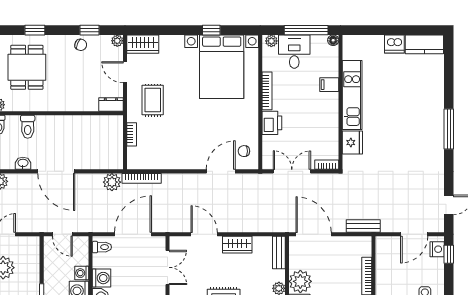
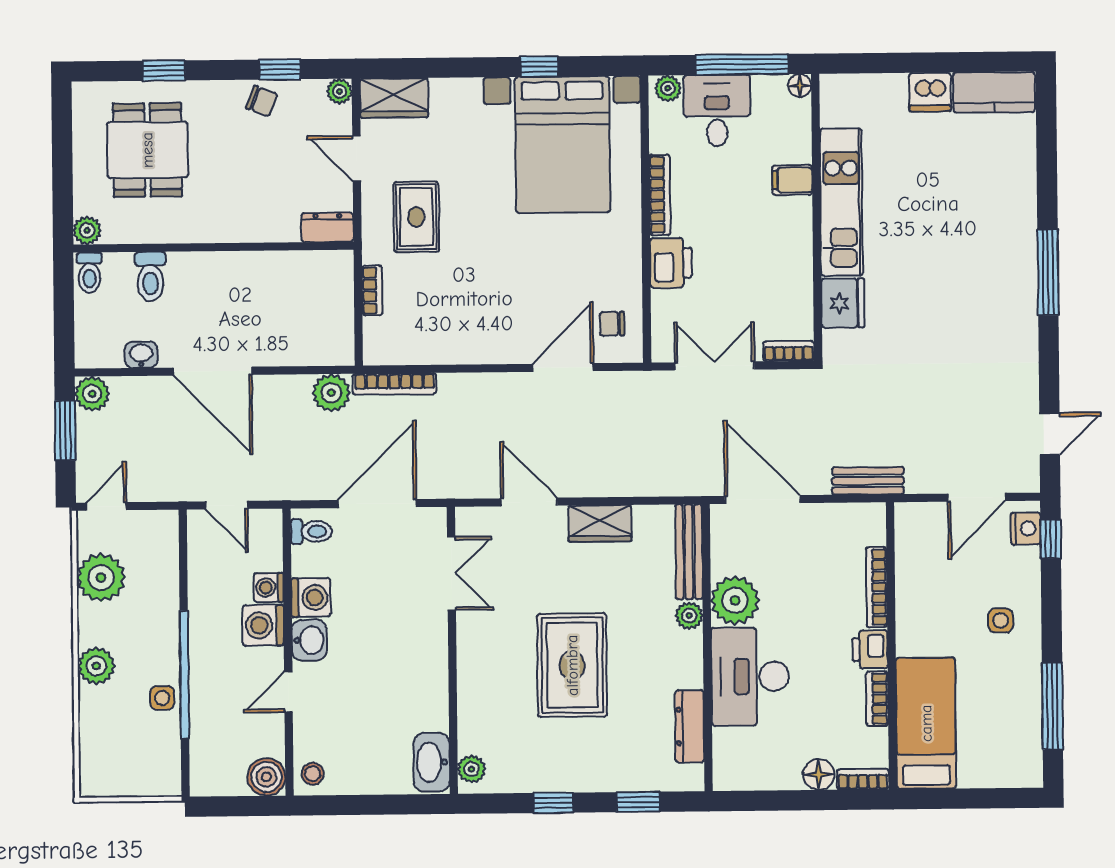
bench: (279, 253) -> (689, 552), width x1.36

